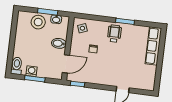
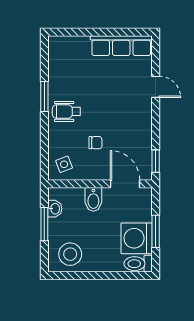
stool: (38, 22) -> (70, 254), moved
row of seats: (153, 46) -> (121, 46), moved
washing machine: (32, 71) -> (137, 238), width x1.89, depth x1.89

